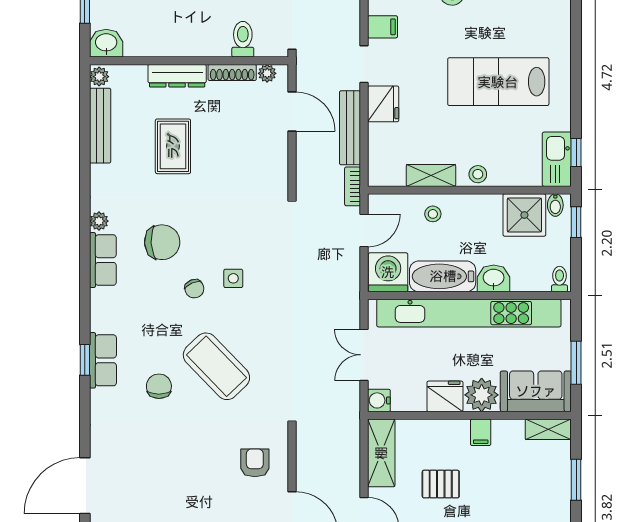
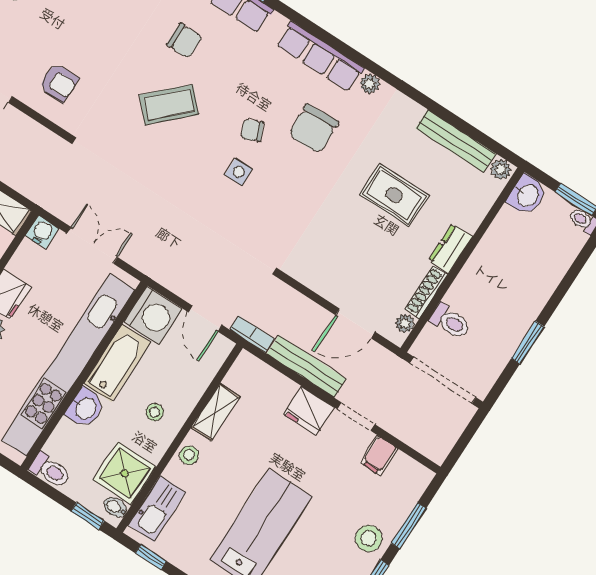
dresser: (177, 76) -> (451, 248), width x0.70
kitchen sink: (557, 159) -> (157, 509), moved, turned 90
stool: (433, 214) -> (155, 412), moved
row of seats: (103, 260) -> (320, 56), width x1.48
toilet: (560, 279) -> (50, 470), width x1.37, depth x1.39
coffee table: (216, 366) -> (169, 105), width x0.73, depth x0.76

